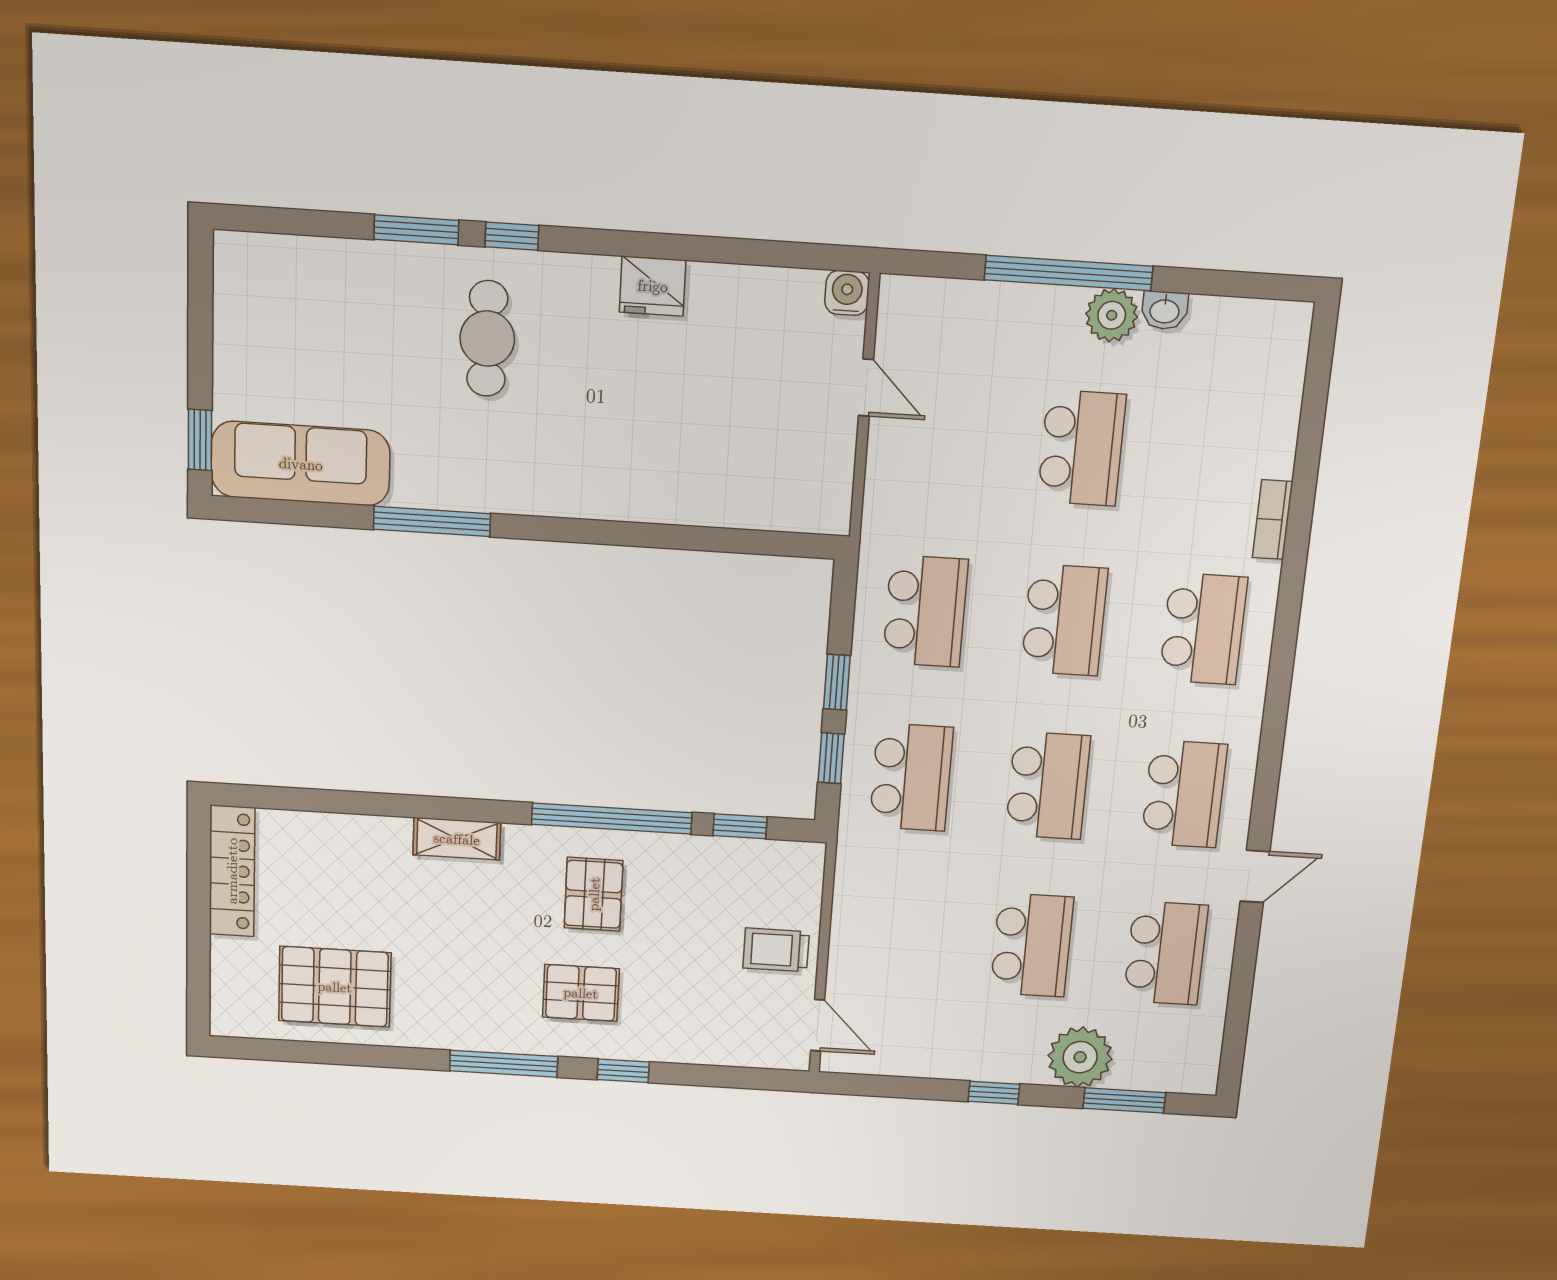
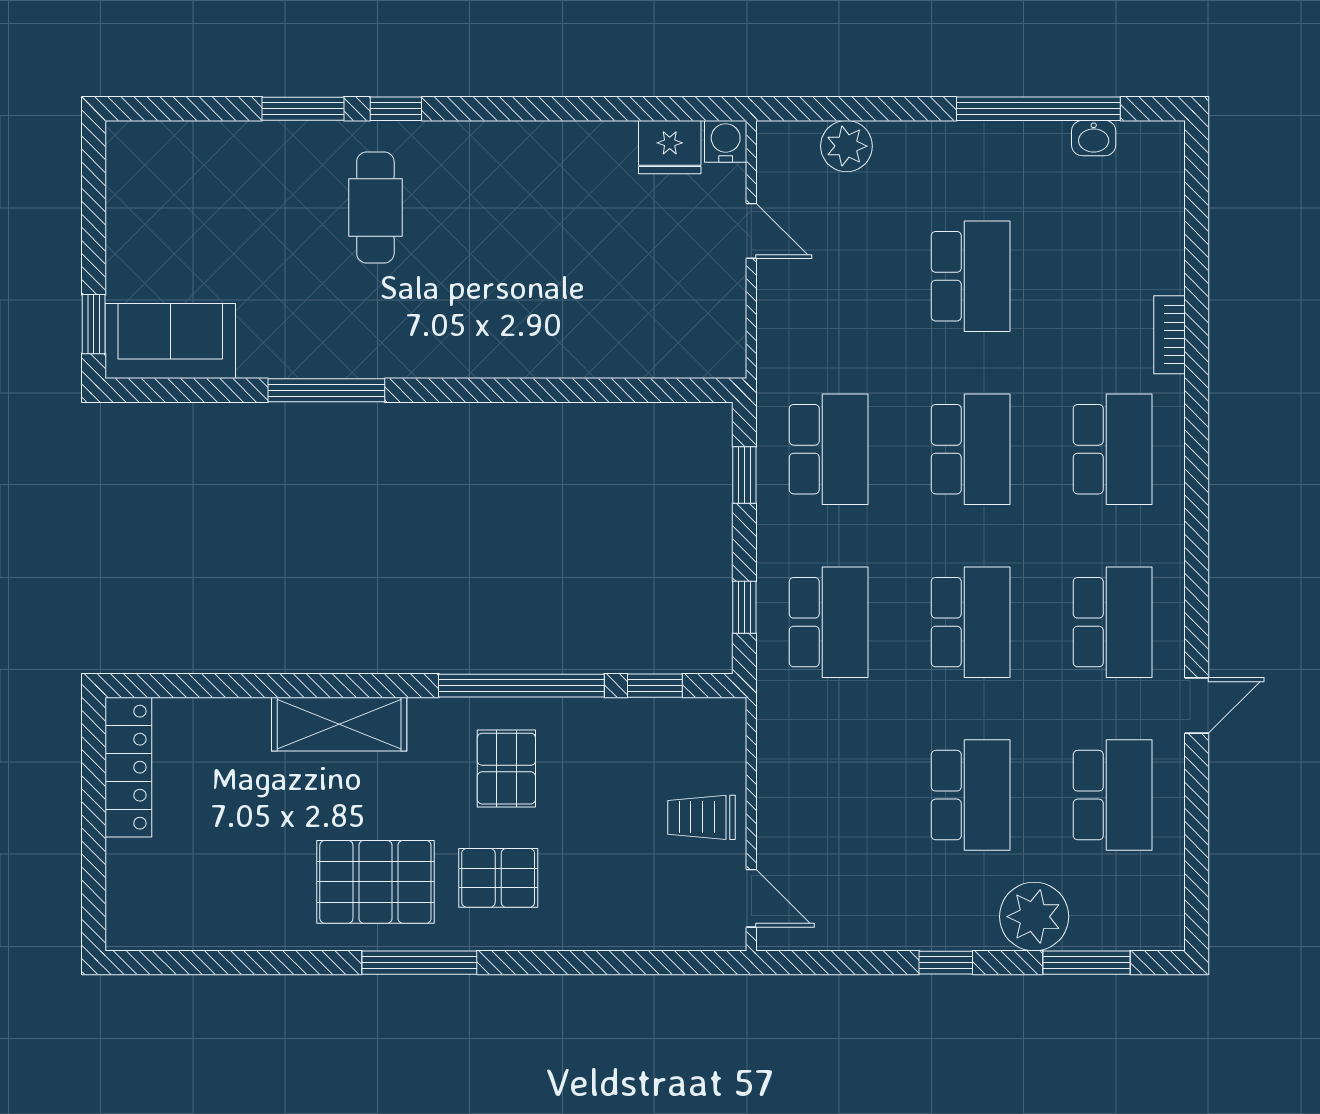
window: (1069, 273) -> (1038, 109), moved
fridge: (653, 286) -> (670, 147), moved
washbasin: (1165, 310) -> (1094, 138), moved
plant: (1112, 315) -> (846, 146), moved
sofa: (301, 464) -> (170, 341), width x0.73
window: (837, 682) -> (744, 475), moved
shelving: (457, 839) -> (339, 724), width x1.50, depth x1.33
pallet: (335, 987) -> (375, 882), moved
window: (623, 1071) -> (547, 963), removed

